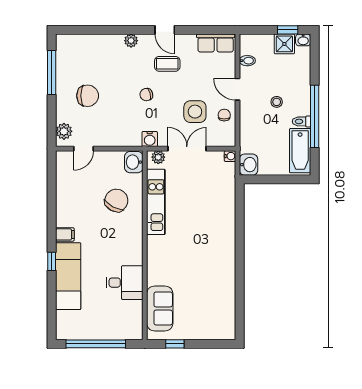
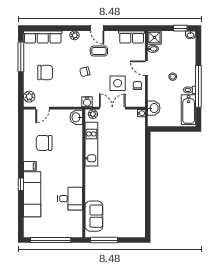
row of seats: (84, 43) -> (43, 37), added
shower: (284, 44) -> (154, 38), moved
washbasin: (249, 165) -> (154, 108), moved
chair: (116, 200) -> (44, 143), moved, turned -118
window: (175, 344) -> (104, 240), width x2.17

